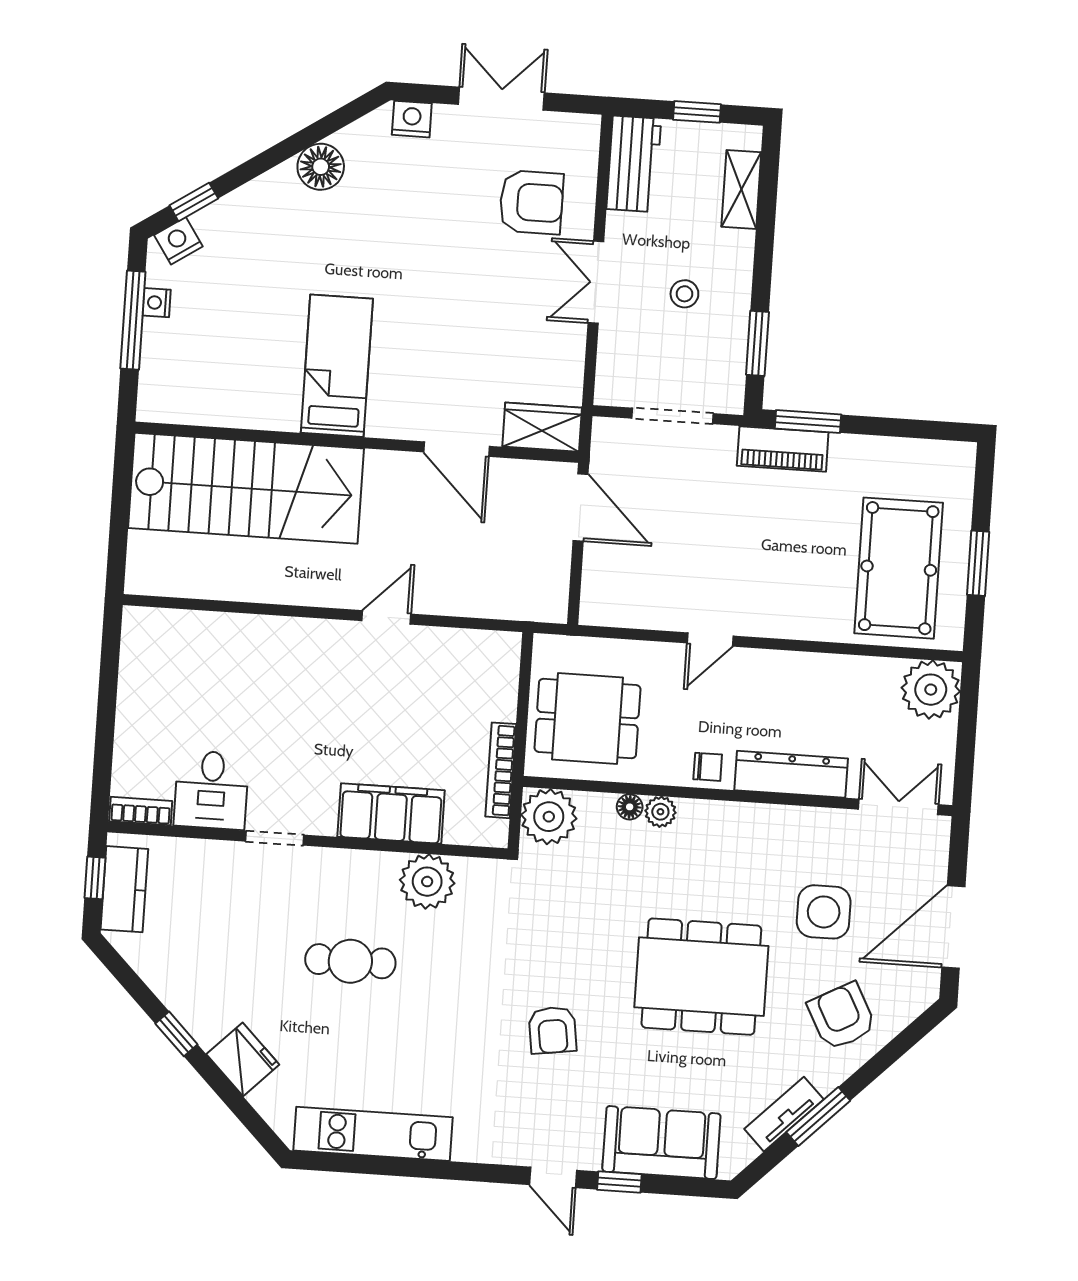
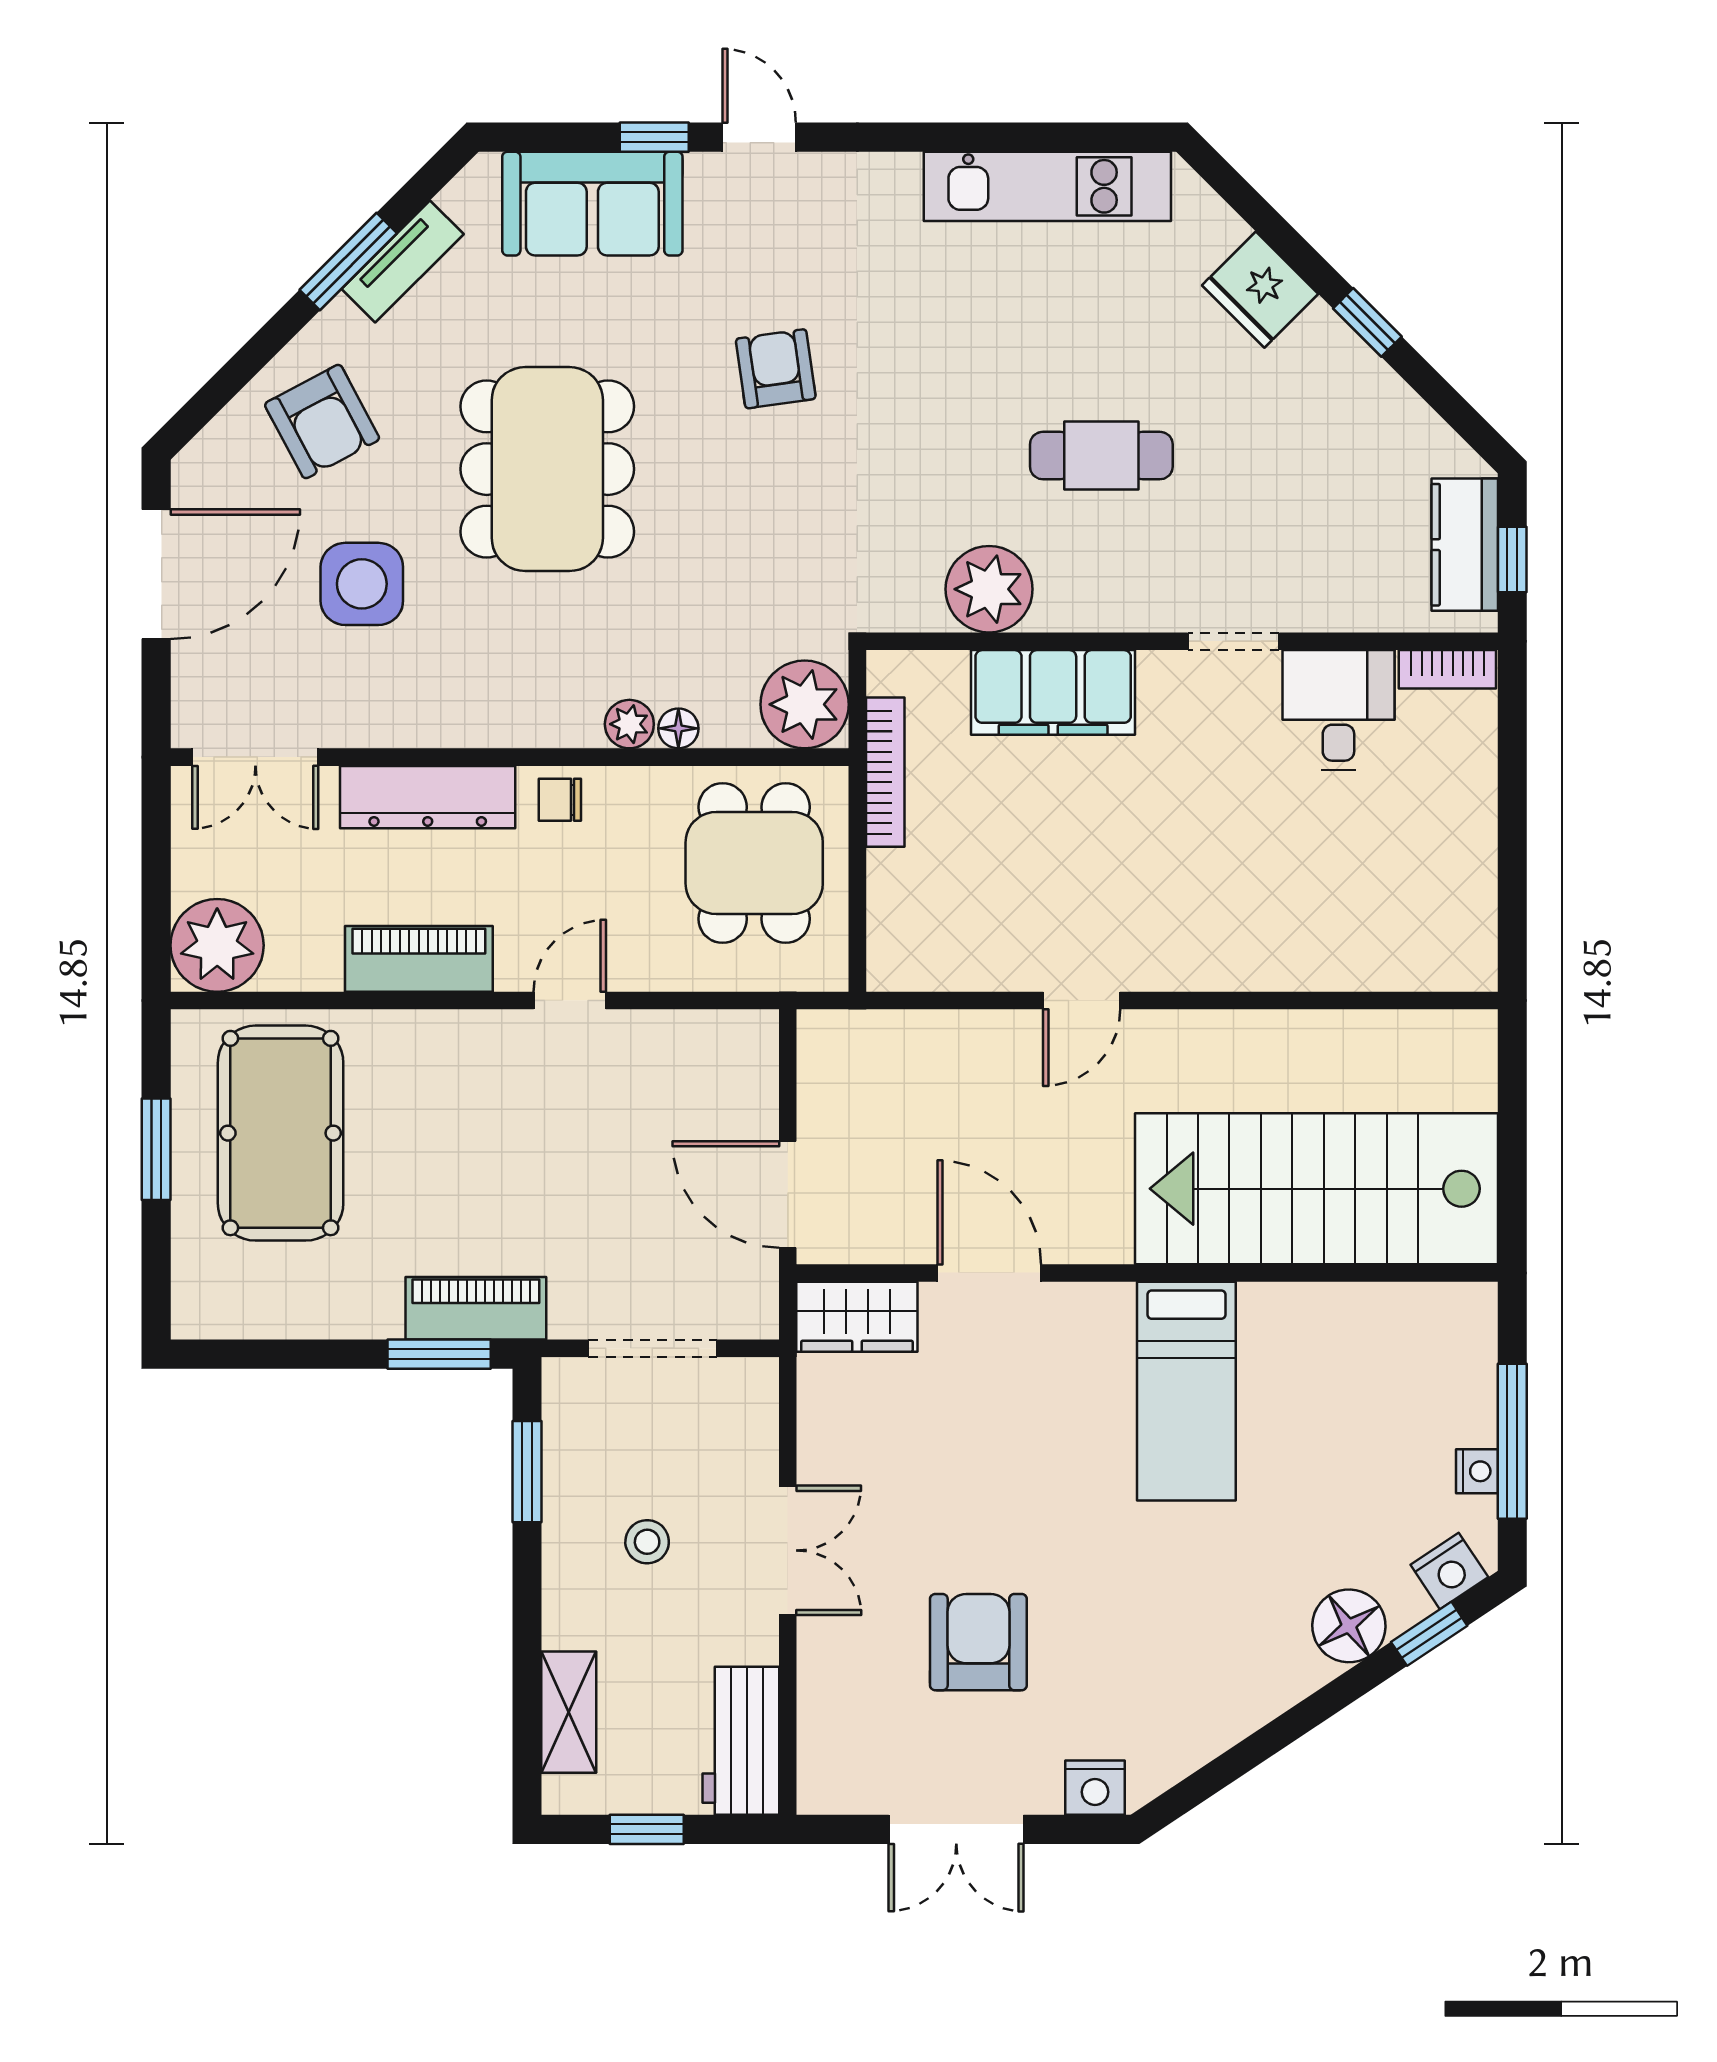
floor lamp: (321, 167) -> (1349, 1626), moved
armchair: (531, 202) -> (978, 1642), moved, turned 90
piano: (804, 672) -> (419, 959), added
dining table: (588, 719) -> (754, 863), turned 90
dining table: (701, 977) -> (547, 469), turned 90

